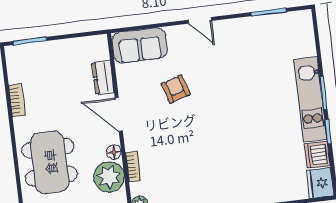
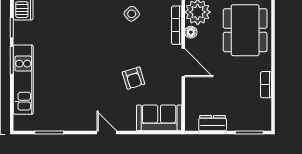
dresser: (103, 78) -> (213, 123), moved, turned -90
kitchen unit: (310, 99) -> (23, 80), moved
side table: (187, 165) -> (132, 14), added
bookcase: (133, 167) -> (177, 25), width x1.56

